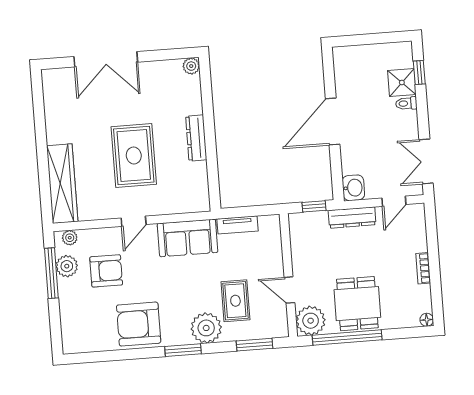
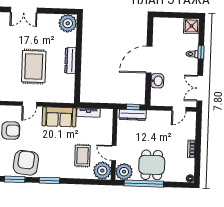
double door: (106, 59) -> (24, 10), width x0.73
plant: (191, 66) -> (68, 23), width x1.88, depth x1.88
window: (419, 72) -> (201, 52), moved
shower: (402, 82) -> (191, 26), moved
washbasin: (353, 188) -> (157, 81), moved
dresser: (352, 218) -> (133, 115), moved
armchair: (139, 324) -> (26, 163), turned 96
plant: (206, 328) -> (102, 171), moved
window: (255, 345) -> (15, 179), moved

